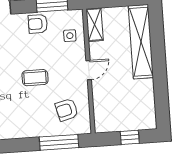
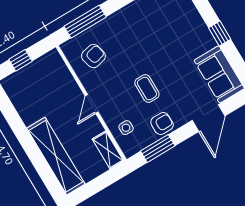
coffee table: (35, 78) -> (147, 88), moved, turned 90

